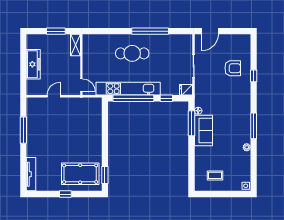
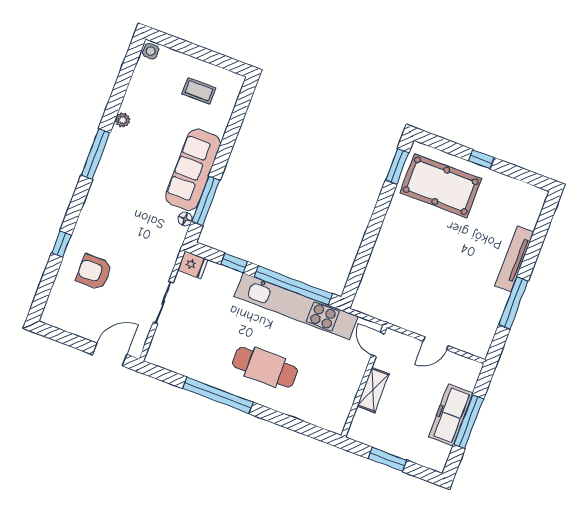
shelving: (76, 45) -> (373, 390), moved
window: (23, 64) -> (469, 421), added
sofa: (203, 130) -> (193, 170), width x1.36
tv unit: (31, 174) -> (514, 259), moved

